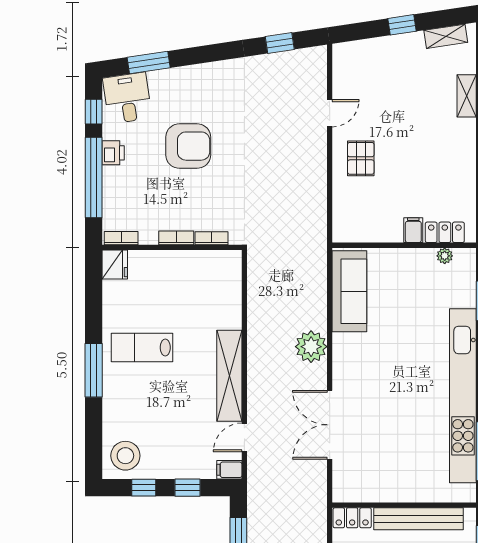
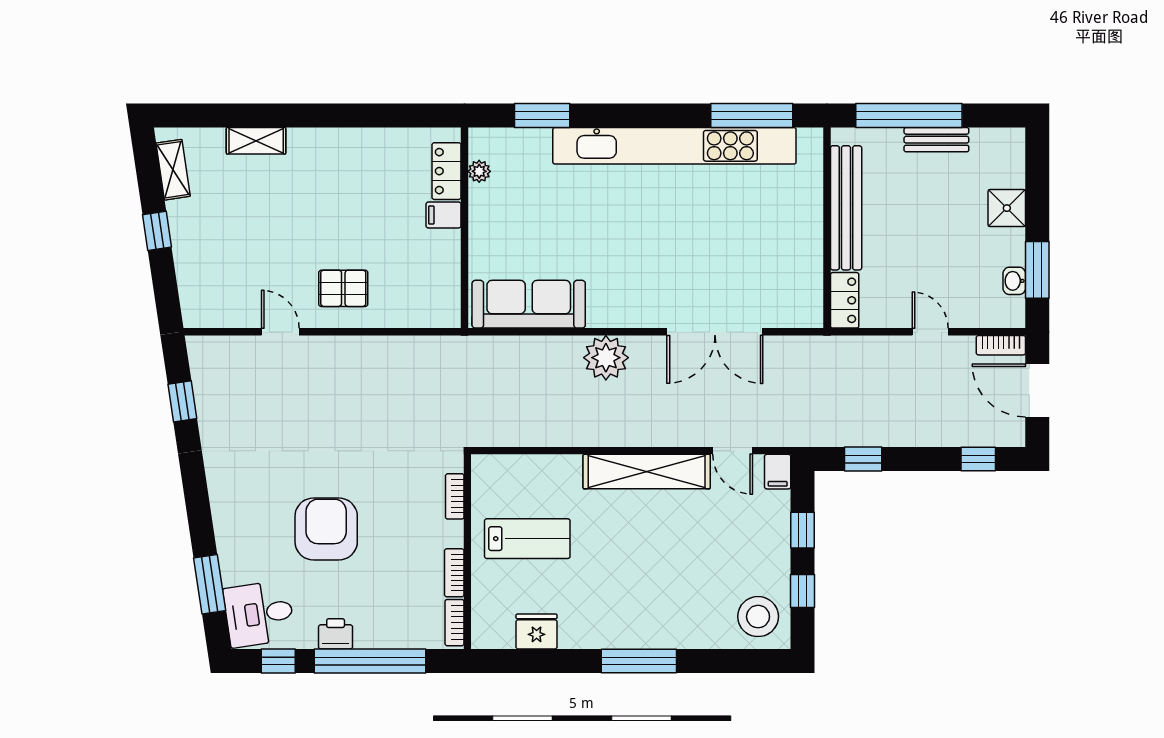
bookcase: (176, 238) -> (454, 573), moved
fridge: (115, 265) -> (537, 632), moved
lab bench: (142, 347) -> (527, 539), moved, turned -90

